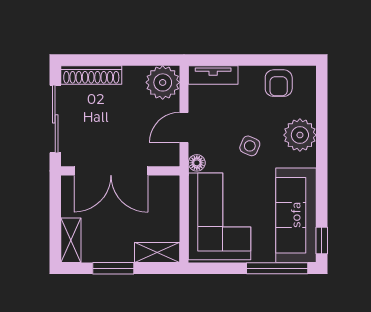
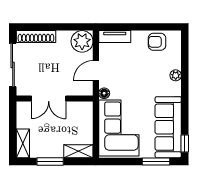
armchair: (279, 83) -> (157, 42), turned 90
plant: (300, 135) -> (176, 75), width x0.53, depth x0.53
side table: (250, 146) -> (138, 82), removed
double door: (111, 171) -> (49, 98), width x0.73
window: (277, 268) -> (156, 161), width x0.69

